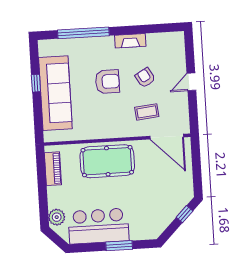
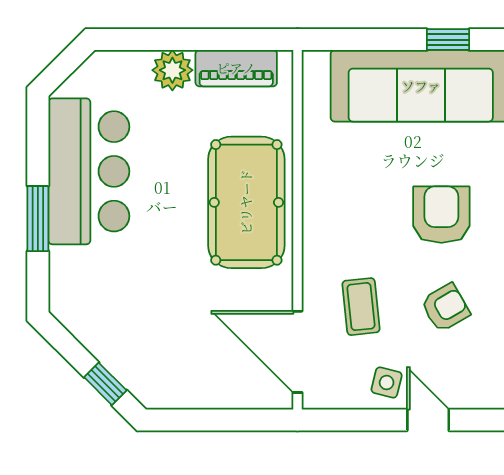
armchair: (107, 82) -> (441, 215), turned 180
side table: (177, 100) -> (387, 382), added
door: (167, 137) -> (298, 352), hinge flipped
plant: (57, 217) -> (172, 70), moved

